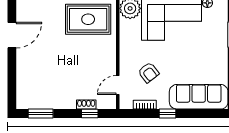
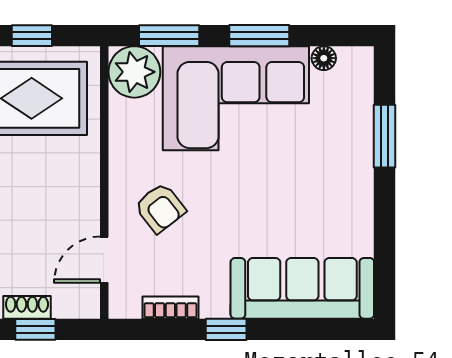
armchair: (149, 73) -> (160, 208), moved

